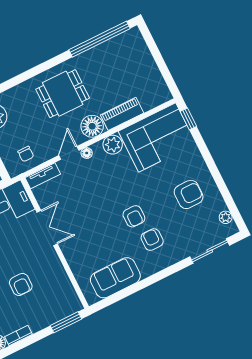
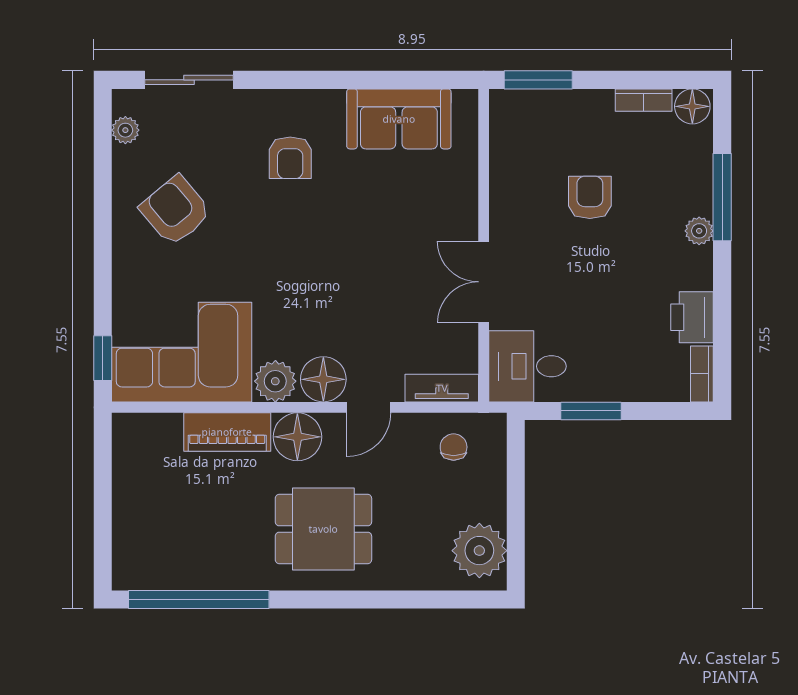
floor lamp: (87, 153) -> (323, 379), width x1.89, depth x1.89
armchair: (189, 194) -> (175, 211), turned 50
armchair: (134, 216) -> (303, 221), removed

